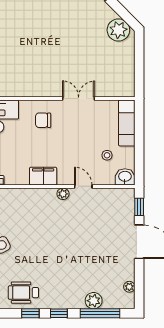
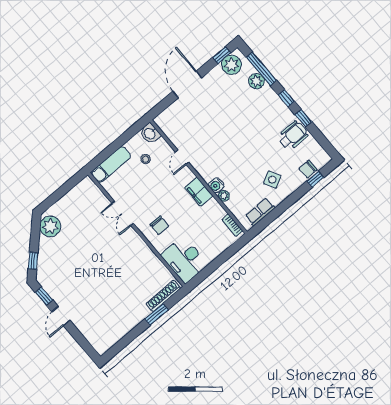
plant: (63, 194) -> (224, 196), moved
water cooler: (36, 195) -> (216, 185), added
window: (139, 207) -> (222, 55), moved
plant: (129, 287) -> (231, 65), width x1.87, depth x1.87
wheelchair: (23, 293) -> (293, 136), turned -90

